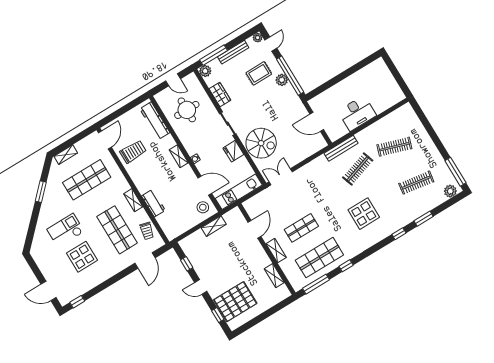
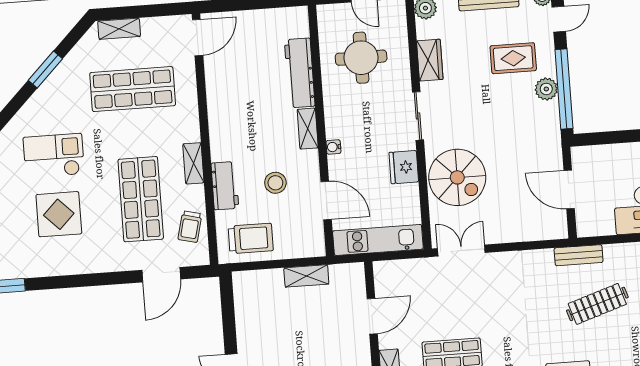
workbench: (155, 121) -> (300, 73), moved
bench: (341, 148) -> (579, 255), width x0.73
trolley: (133, 152) -> (251, 238), moved
stool: (203, 207) -> (275, 183), moved
window: (187, 264) -> (228, 316), removed

